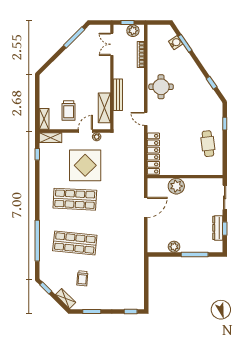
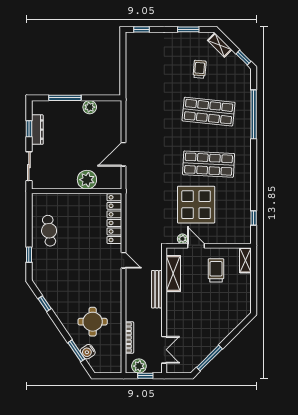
round table: (161, 87) -> (93, 322), moved
door: (85, 131) -> (196, 246), swing flipped
shelving: (50, 138) -> (238, 238), removed

